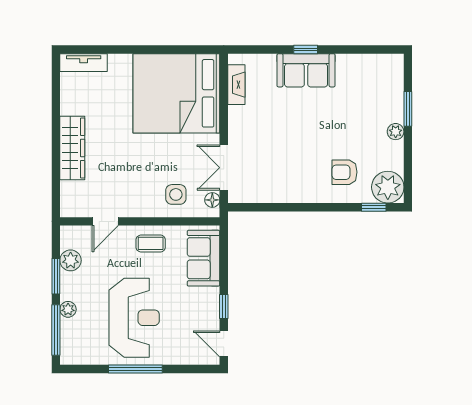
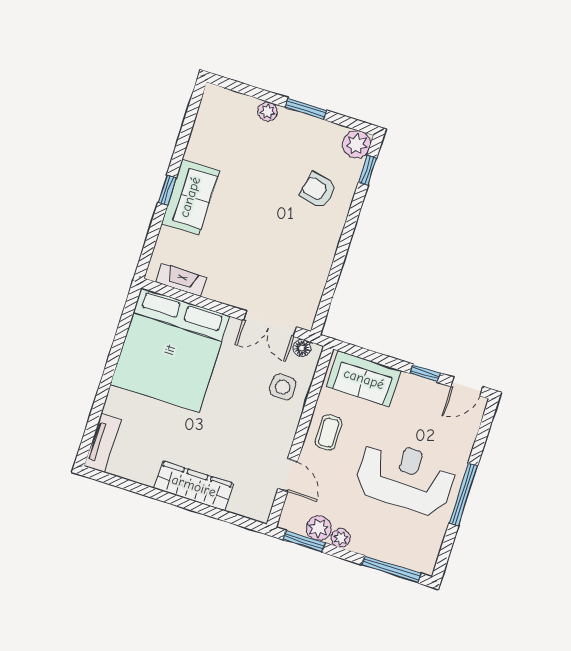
window: (408, 109) -> (306, 109), moved
plant: (396, 132) -> (268, 112), moved
armchair: (344, 172) -> (318, 190), turned 103
plant: (388, 187) -> (356, 144), width x0.73, depth x0.73
window: (56, 276) -> (304, 541), moved
plant: (68, 309) -> (341, 538), moved

